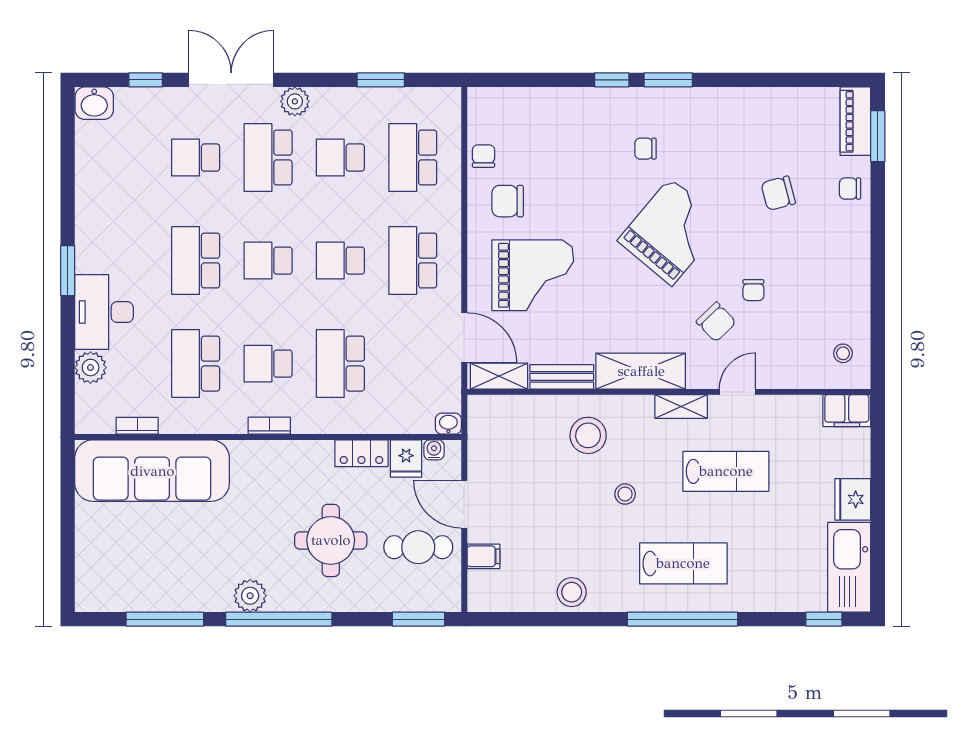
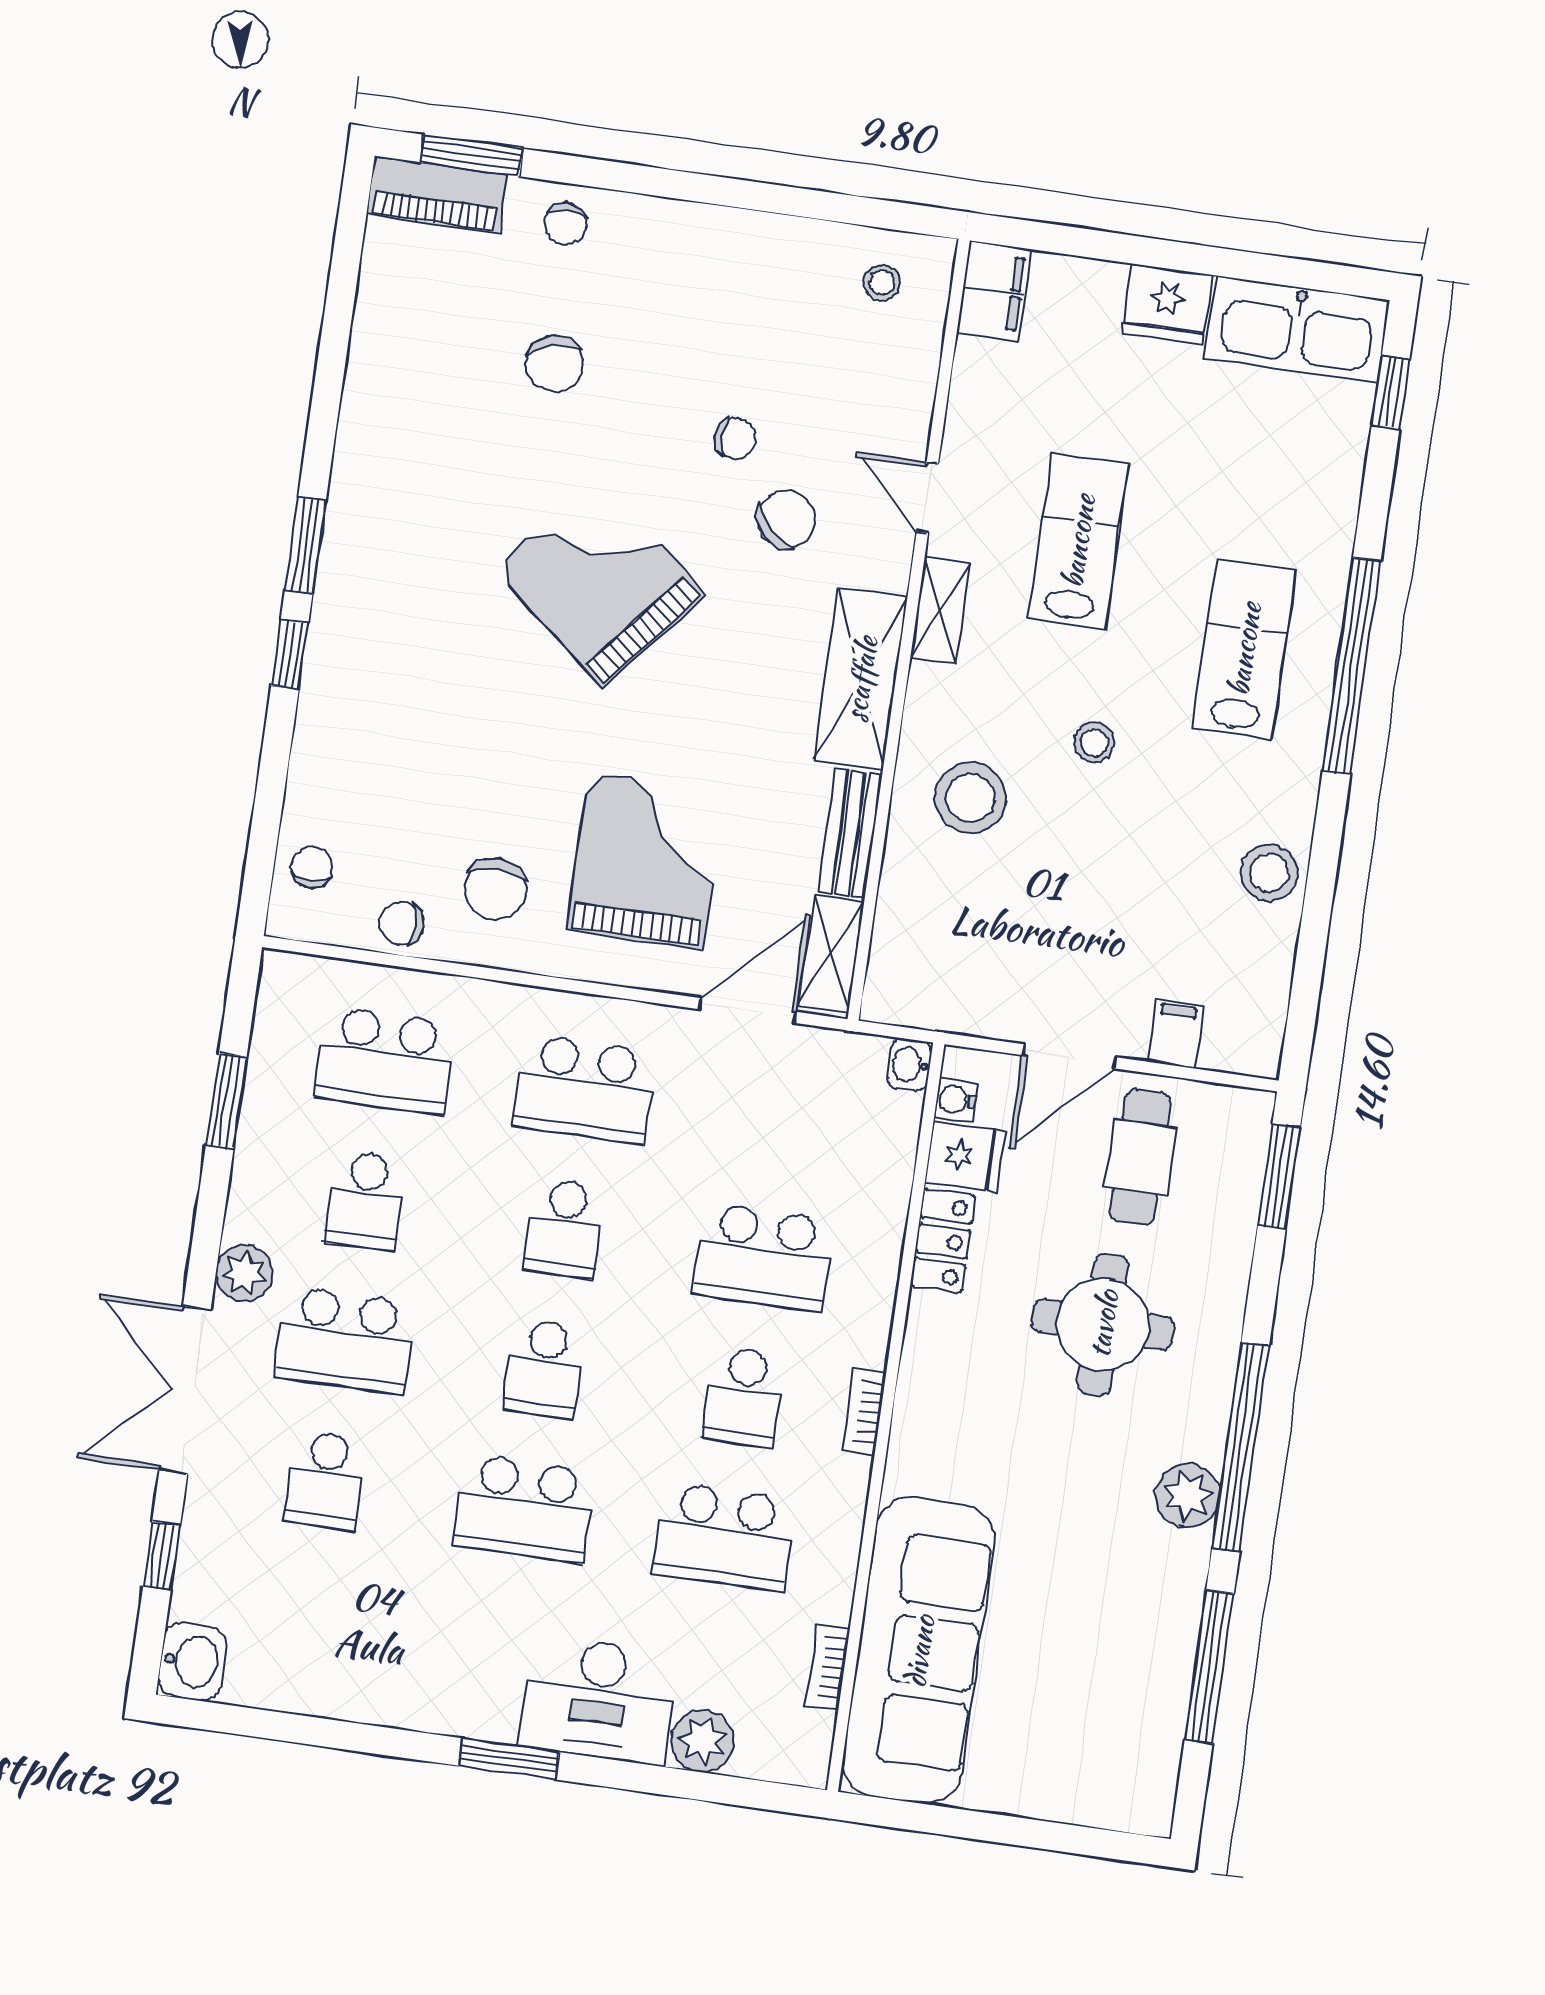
chair: (646, 149) -> (312, 867), moved, turned 180

